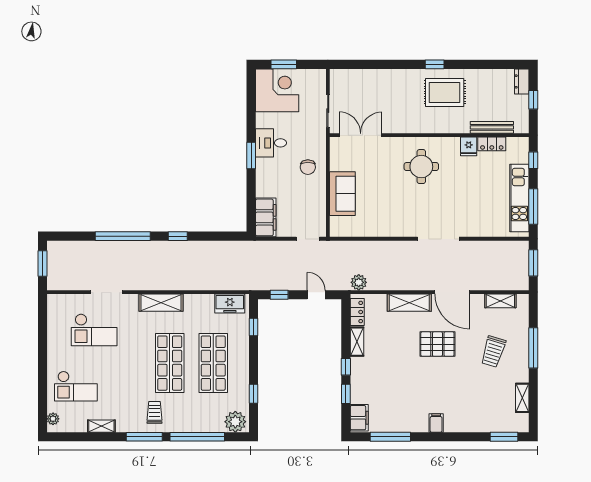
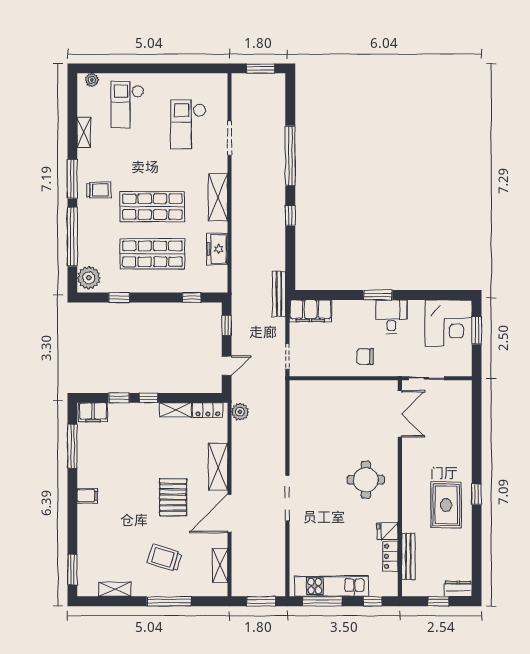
sofa: (342, 194) -> (336, 394), removed
bench: (250, 246) -> (279, 294), added
freezer: (230, 303) -> (217, 249), moved

